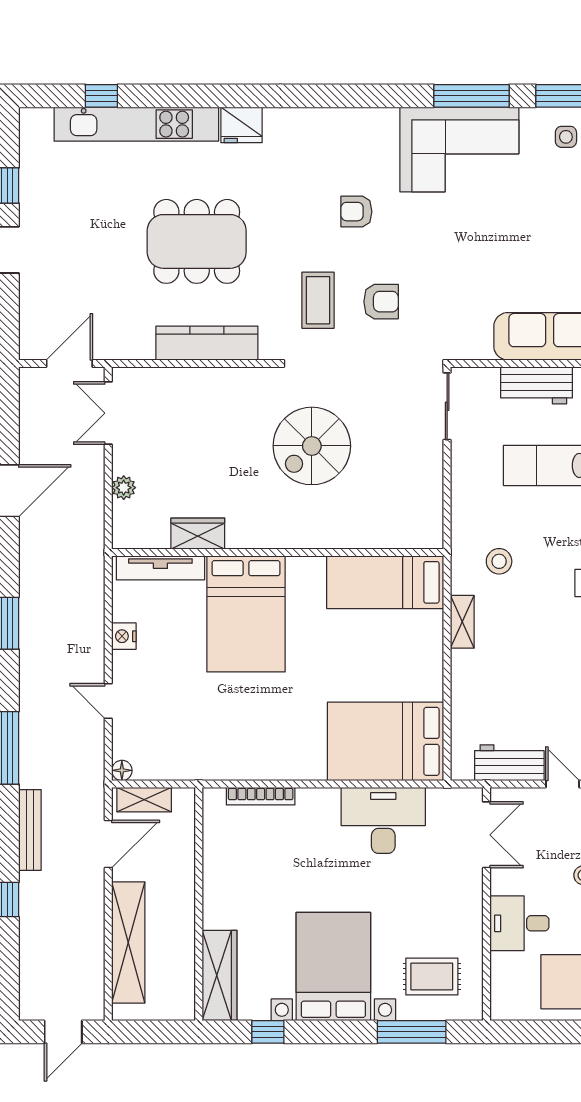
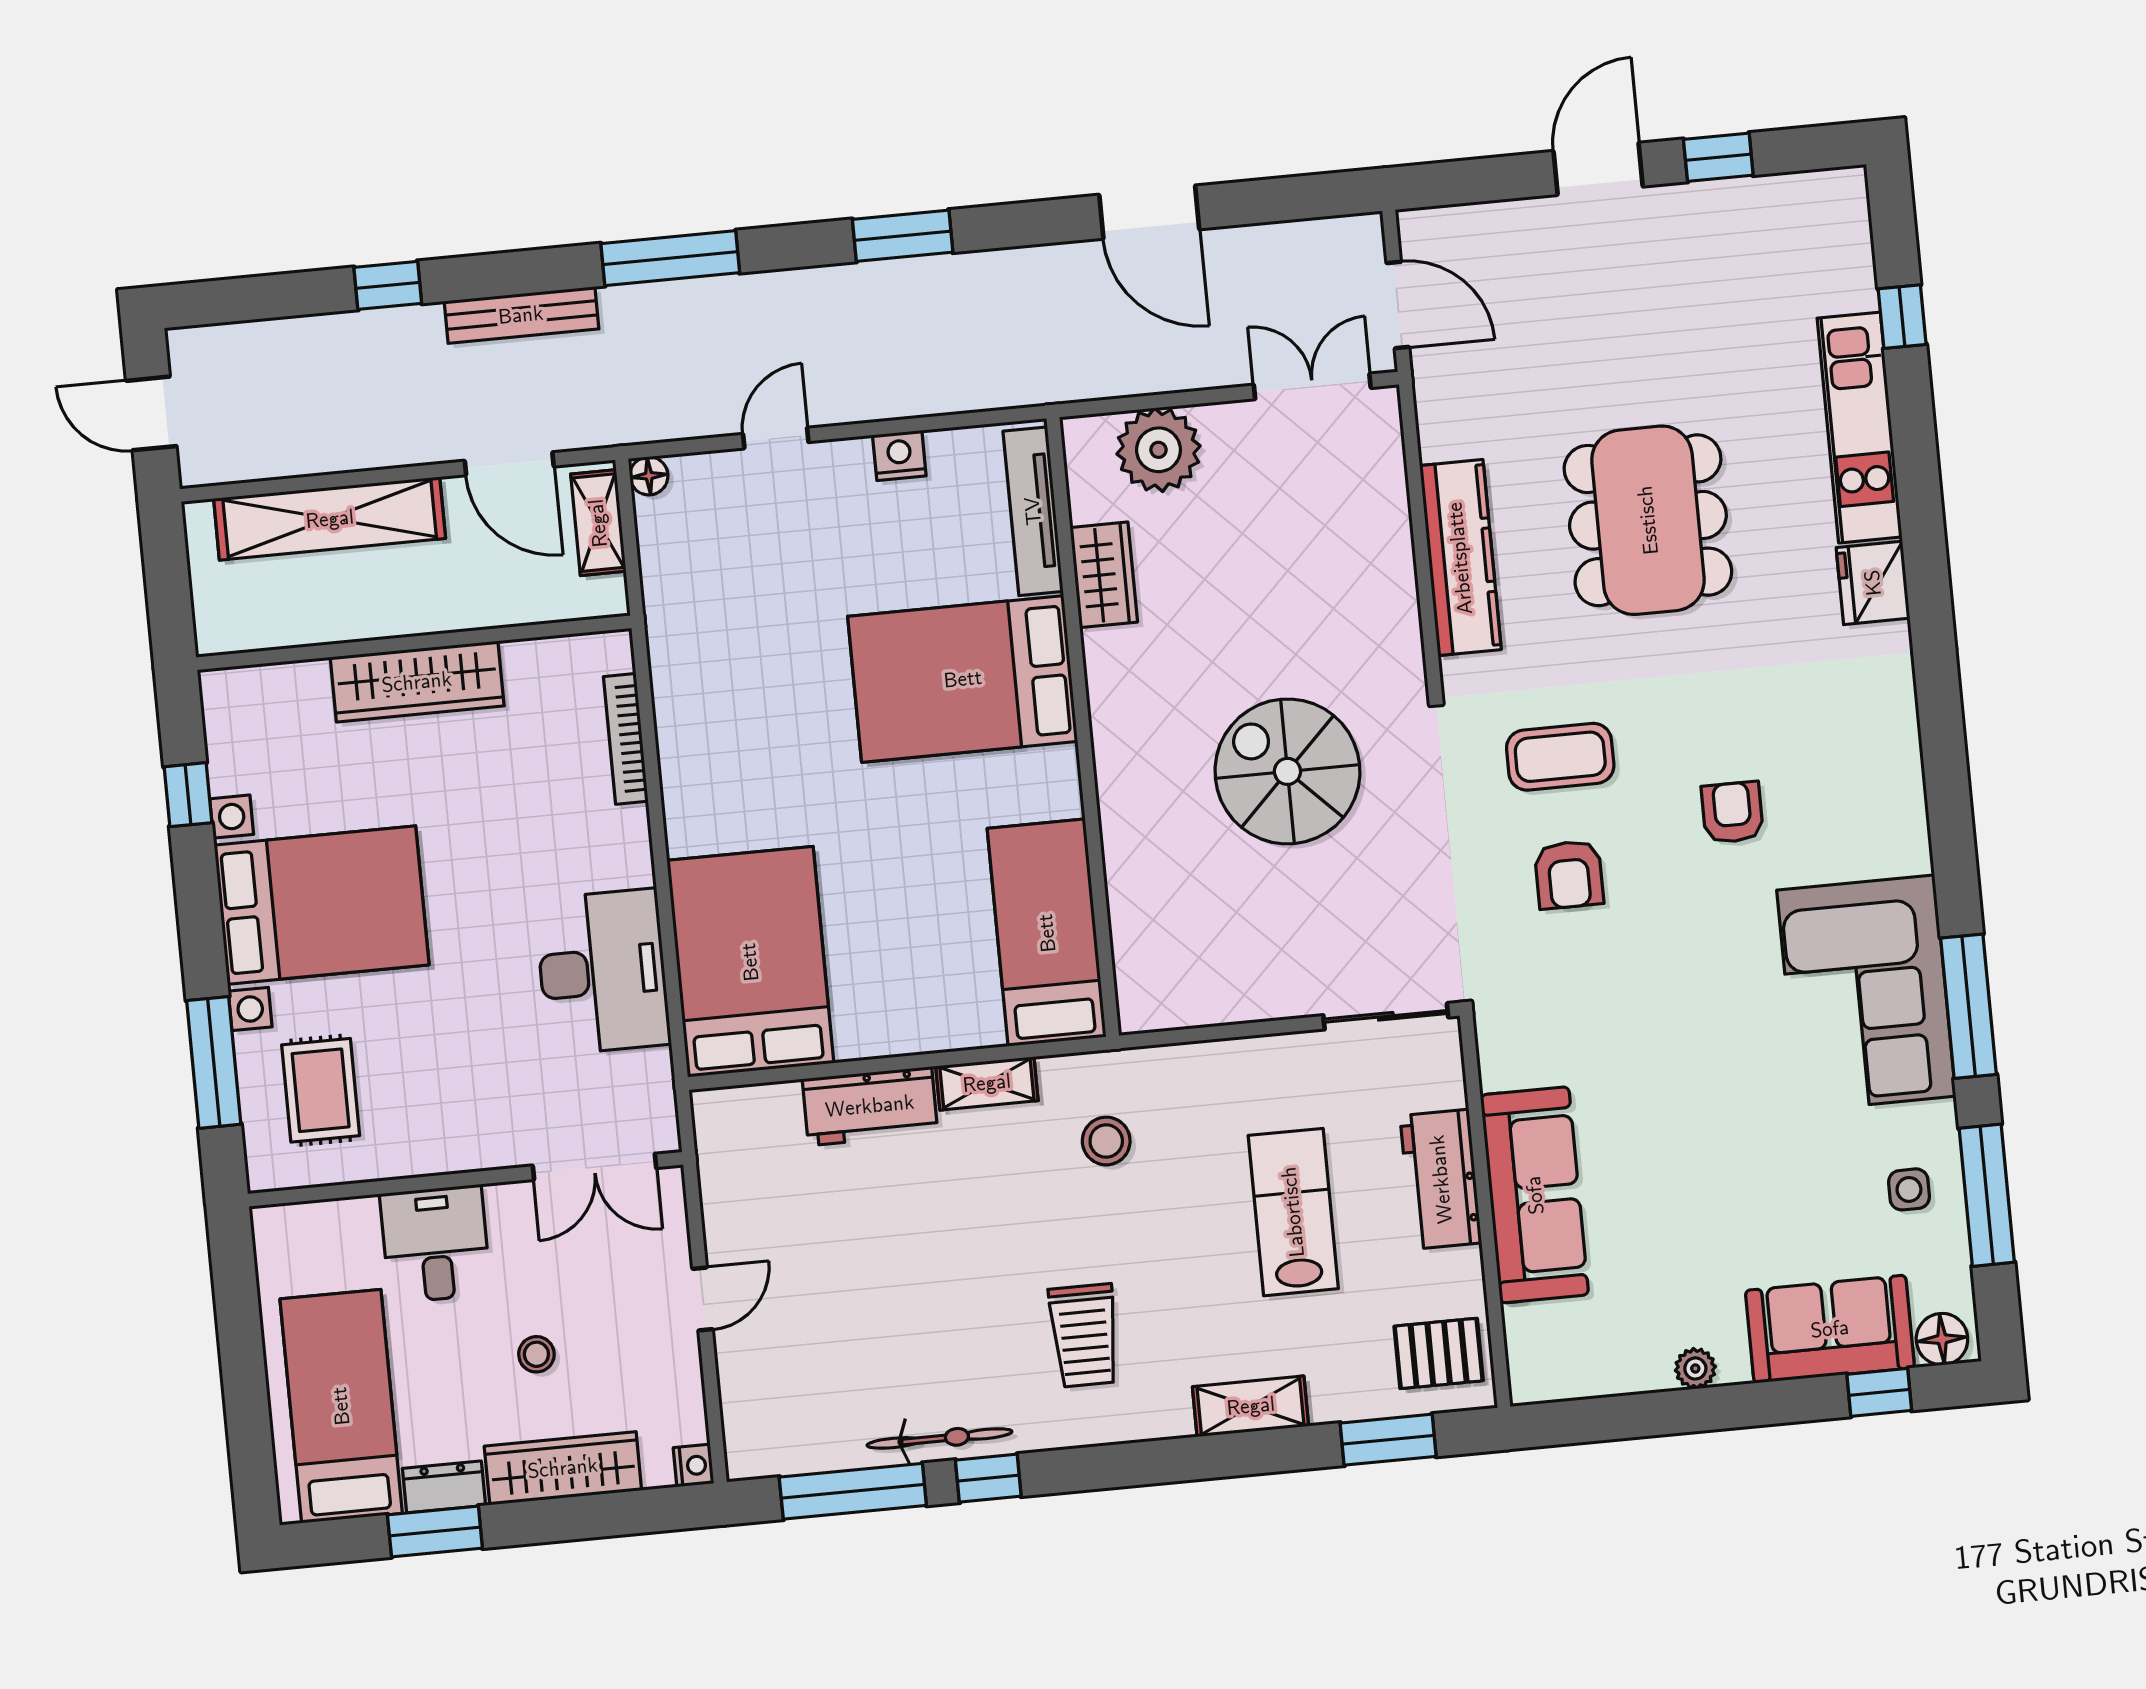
kitchen unit: (136, 124) -> (1860, 428), width x0.73
plant: (124, 488) -> (1159, 450), width x1.88, depth x1.88
workbench: (509, 763) -> (870, 1106), moved, turned 90
wardrobe: (219, 975) -> (417, 682), moved

